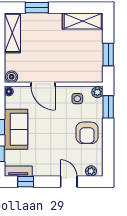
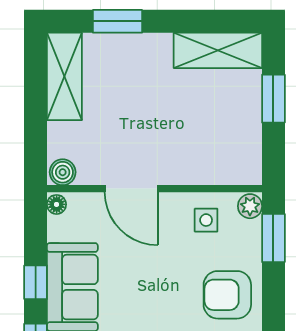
window: (108, 54) -> (273, 99), moved
armchair: (87, 133) -> (227, 295), turned 90

